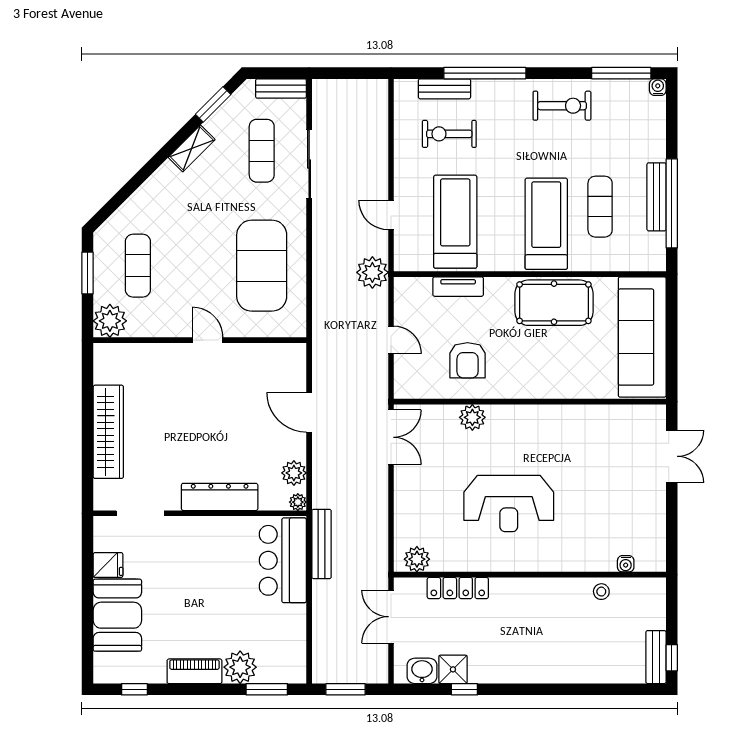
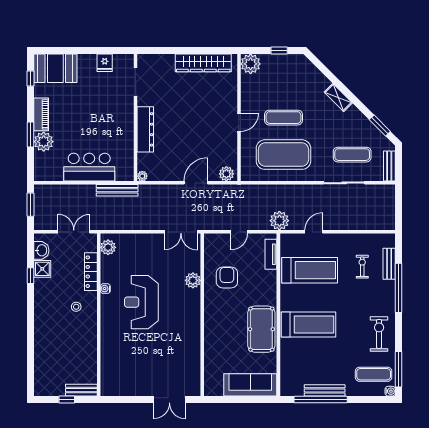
exercise bike: (562, 106) -> (379, 334), turned 180
exercise bike: (449, 134) -> (362, 267), width x0.73, depth x0.72
shelving: (192, 148) -> (338, 97), moved
exercise mat: (600, 207) -> (374, 374), moved
exercise mat: (138, 266) -> (283, 118), moved
window: (88, 273) -> (279, 50), width x0.67
tv unit: (458, 287) -> (271, 254), moved
sofa: (642, 337) -> (250, 385), width x0.74, depth x0.79
armchair: (468, 360) -> (227, 277), turned 90
wardrobe: (108, 432) -> (203, 63), moved
plant: (294, 473) -> (226, 174), moved
bar counter: (283, 560) -> (89, 167), moved
water cooler: (626, 564) -> (105, 289), moved
stool: (601, 592) -> (76, 307), moved
booth: (117, 615) -> (55, 68), moved
bench: (656, 657) -> (81, 390), moved
window: (672, 658) -> (67, 400), moved
window: (267, 689) -> (30, 134), moved

